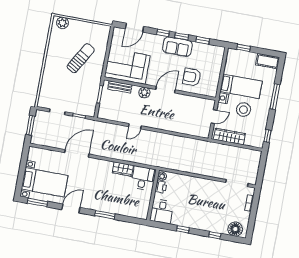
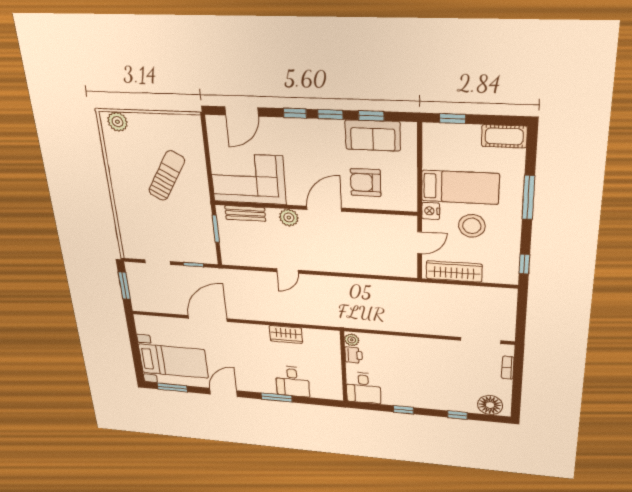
sofa: (177, 47) -> (373, 135), moved
desk: (142, 178) -> (292, 381), moved, turned 180

